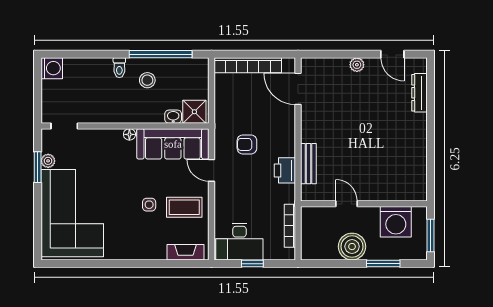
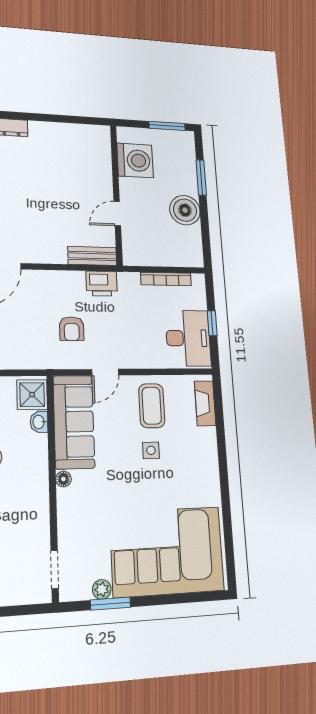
door: (346, 204) -> (117, 214), moved
wall: (364, 204) -> (116, 194), moved
washing machine: (396, 222) -> (135, 160), moved

